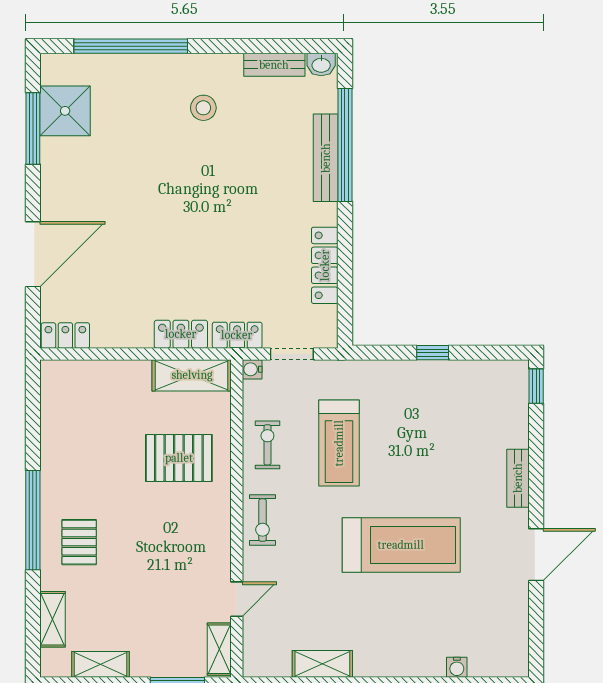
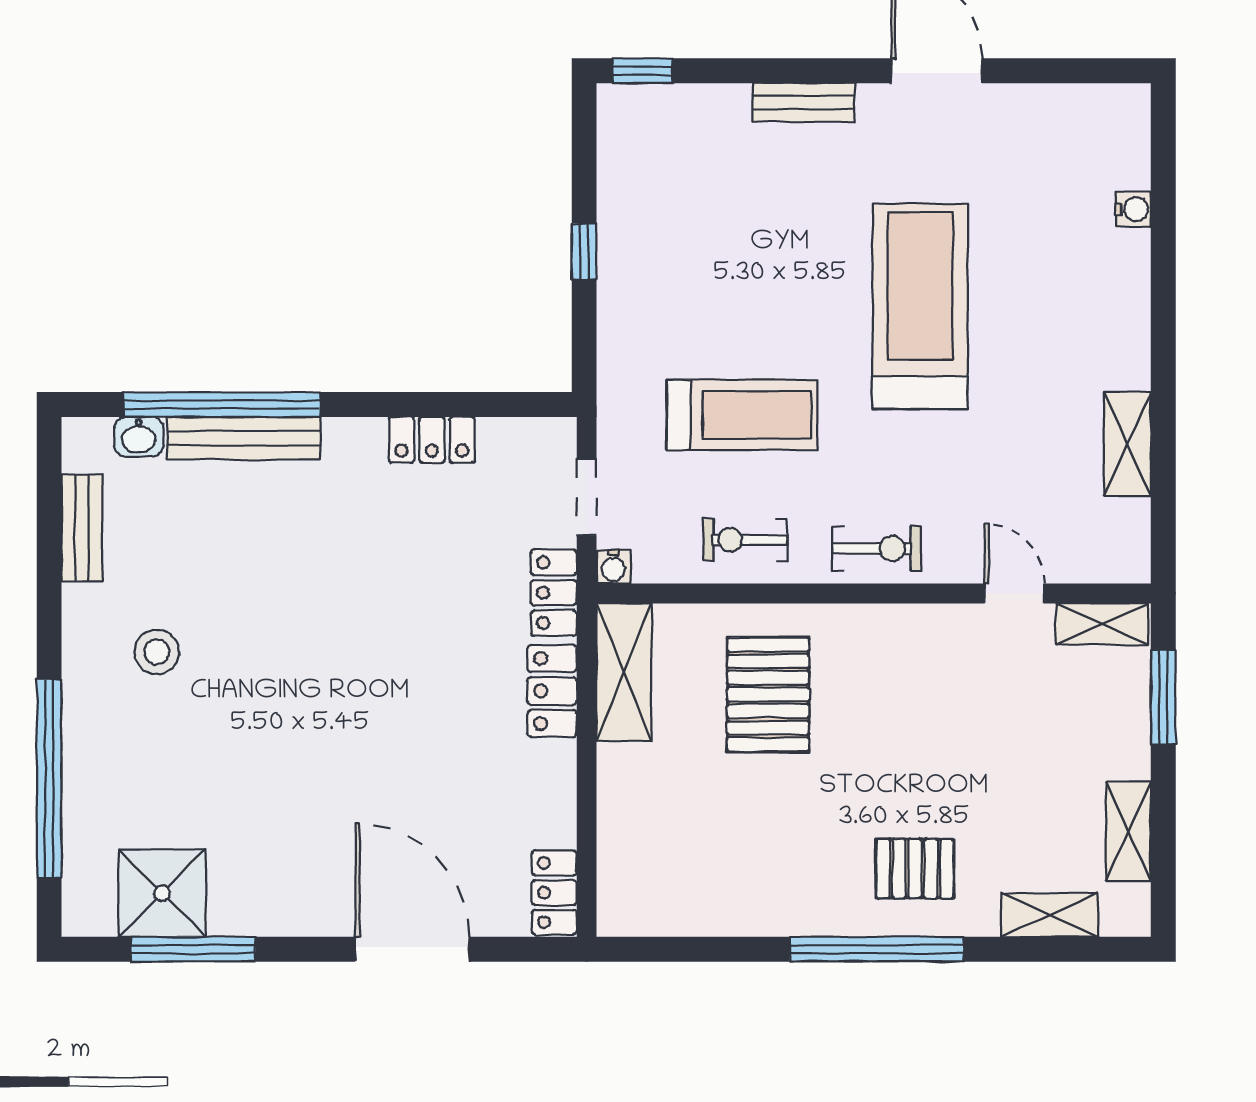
washbasin: (321, 65) -> (139, 437), moved, turned 90
locker: (325, 265) -> (432, 440), width x0.66

